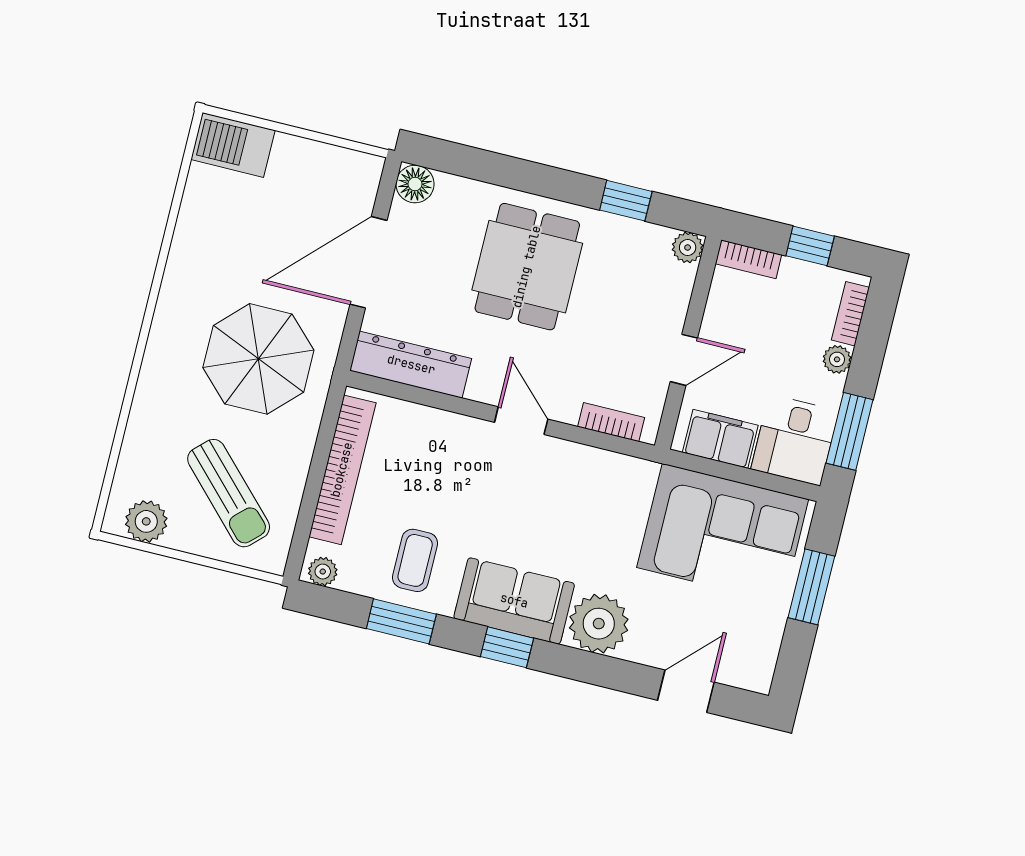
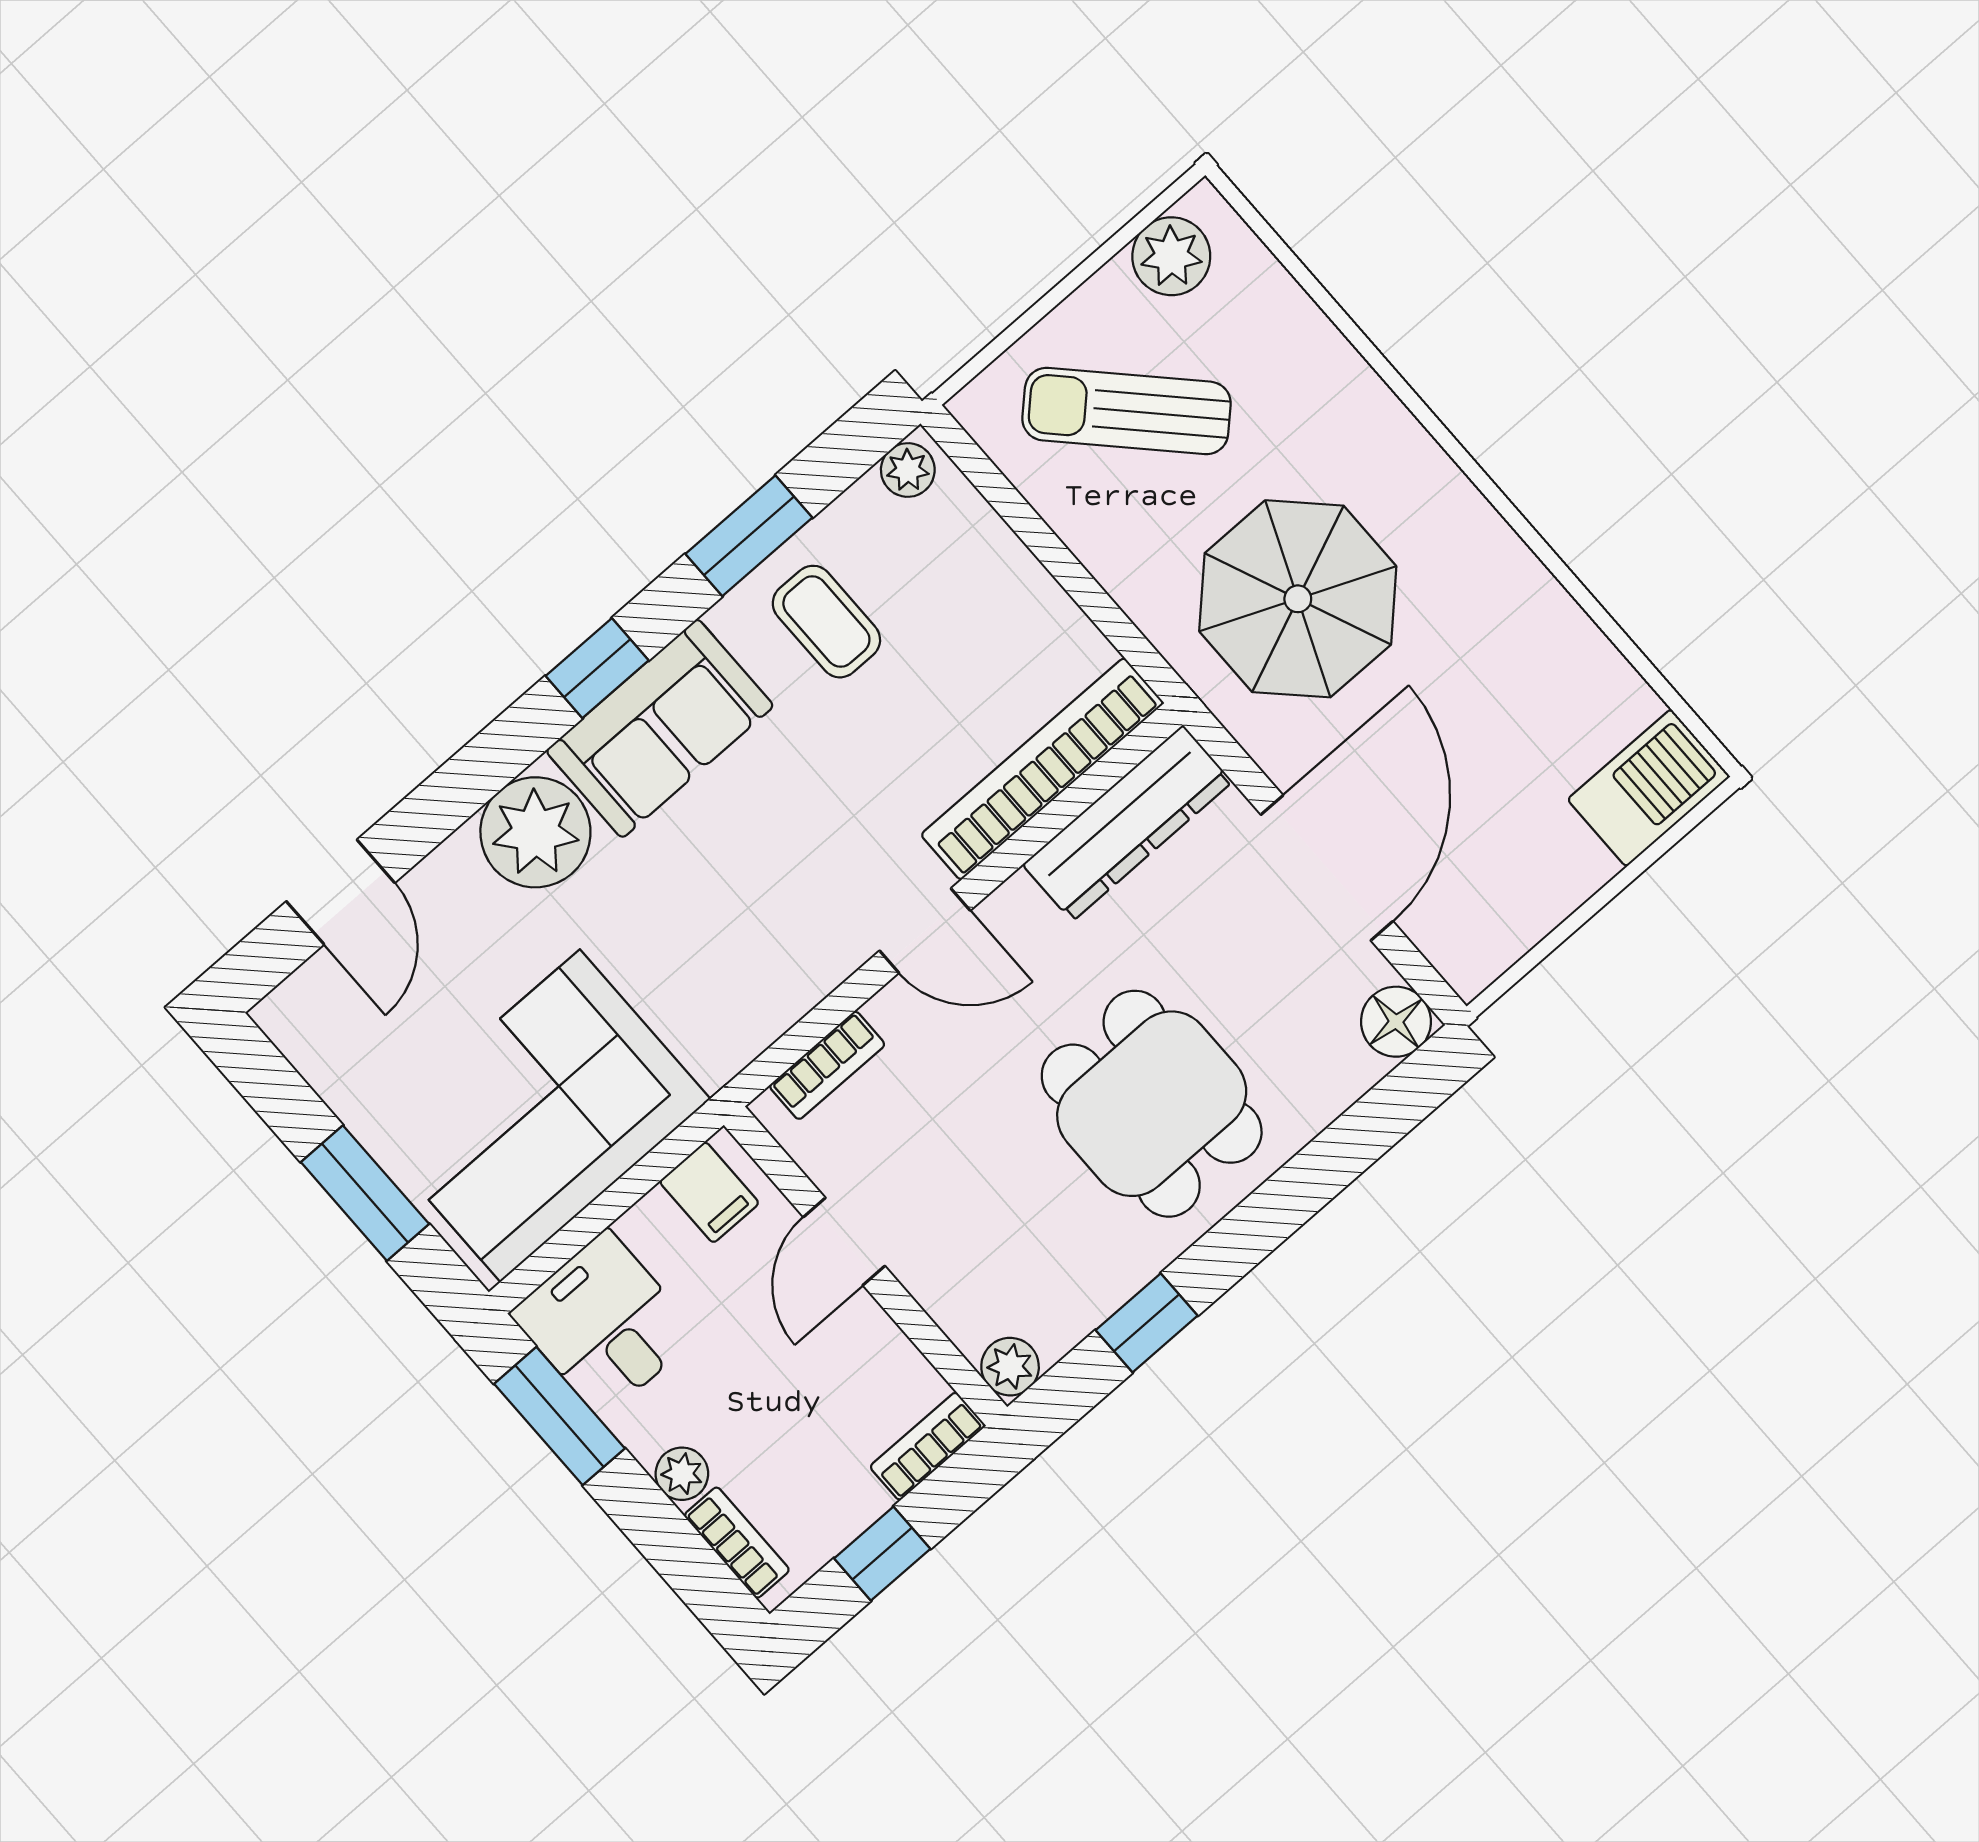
filing cabinet: (720, 439) -> (709, 1192), width x0.50
bookcase: (342, 470) -> (1042, 769), moved, turned 90

